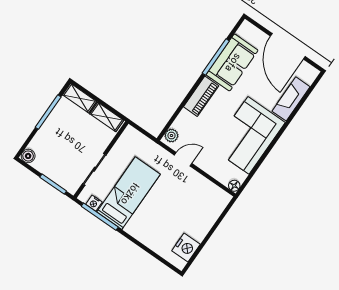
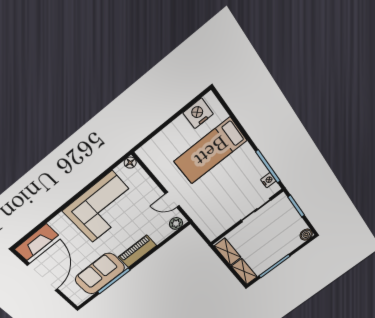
fireplace: (291, 99) -> (36, 242), moved
bed: (129, 193) -> (211, 151), moved

